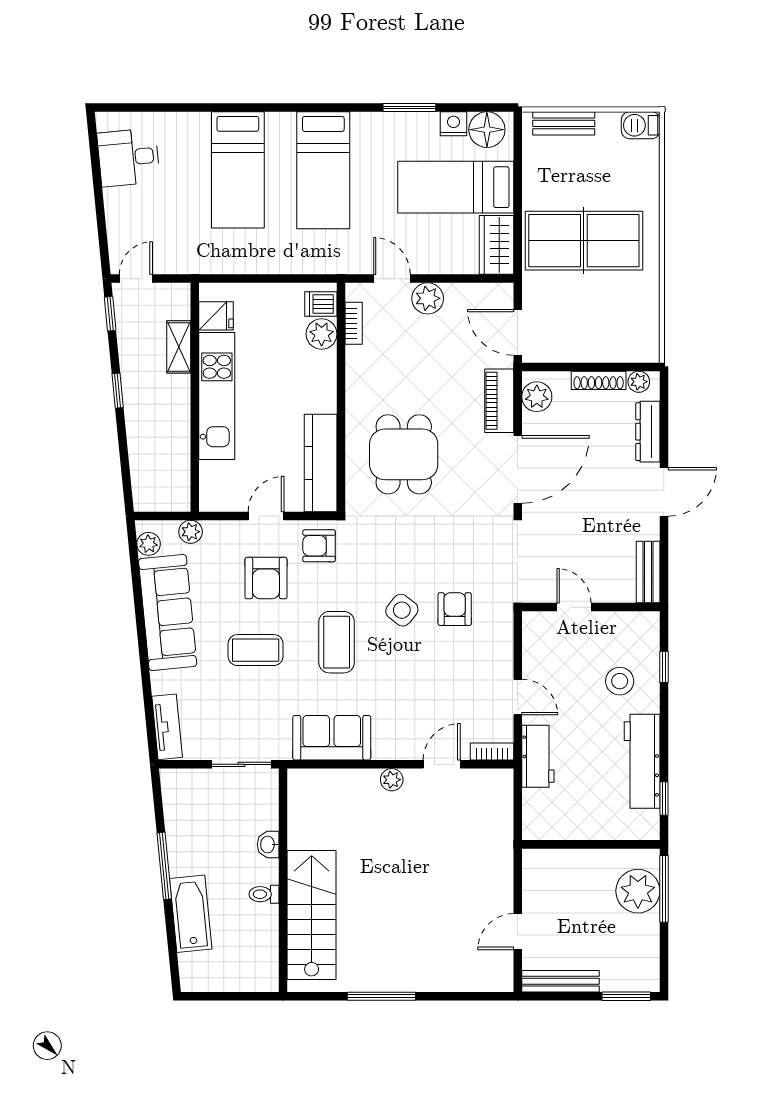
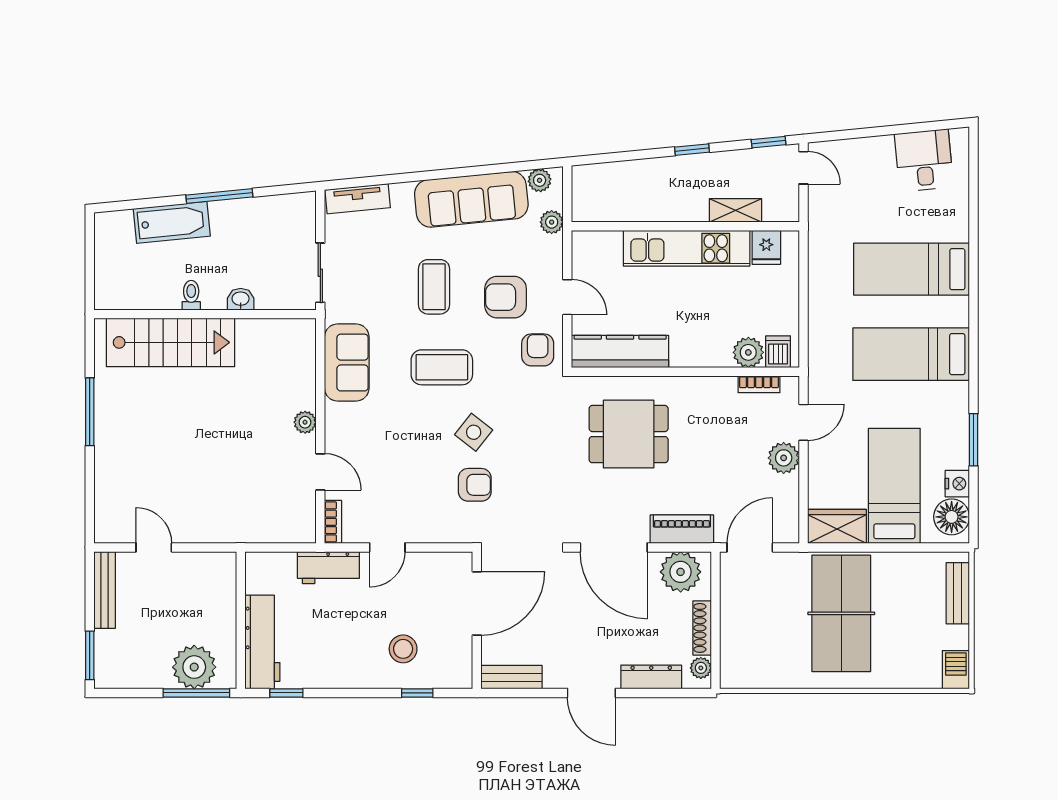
plant: (537, 397) -> (681, 572), width x1.36, depth x1.36
door: (574, 607) -> (477, 603), width x1.87
workbench: (642, 761) -> (262, 642), moved, turned 90

